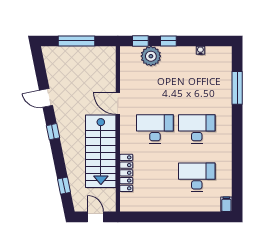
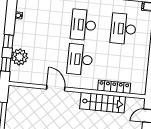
door: (118, 103) -> (56, 88), swing flipped
stairs: (101, 151) -> (103, 103), width x0.73, depth x0.66

